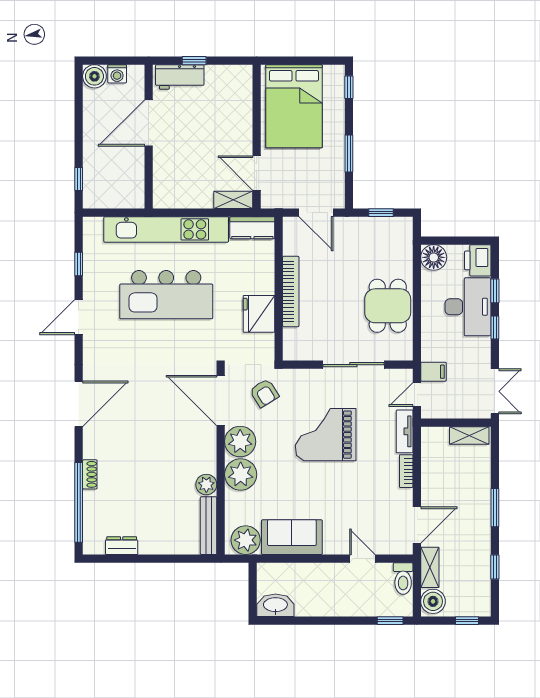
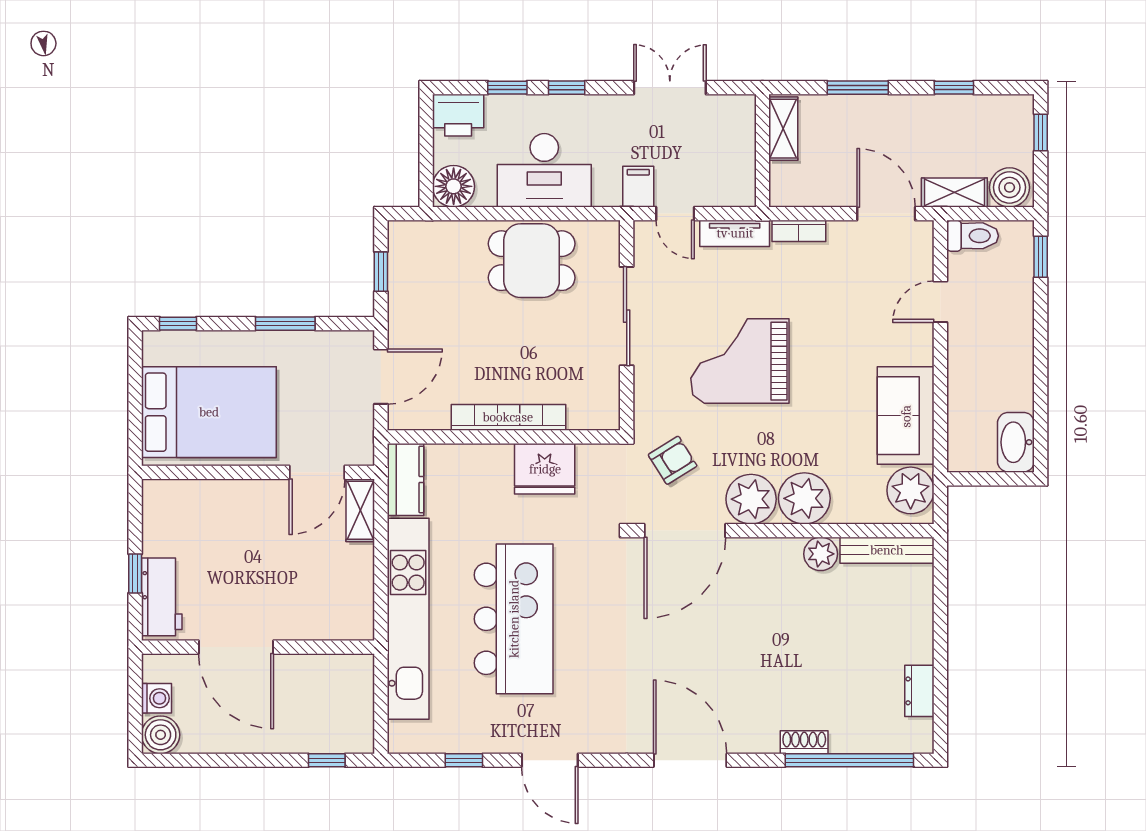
desk: (468, 307) -> (544, 170), moved, turned 180
wall: (456, 423) -> (763, 151), moved
grand piano: (326, 435) -> (740, 361), turned 90
shelving: (469, 435) -> (783, 129), moved

